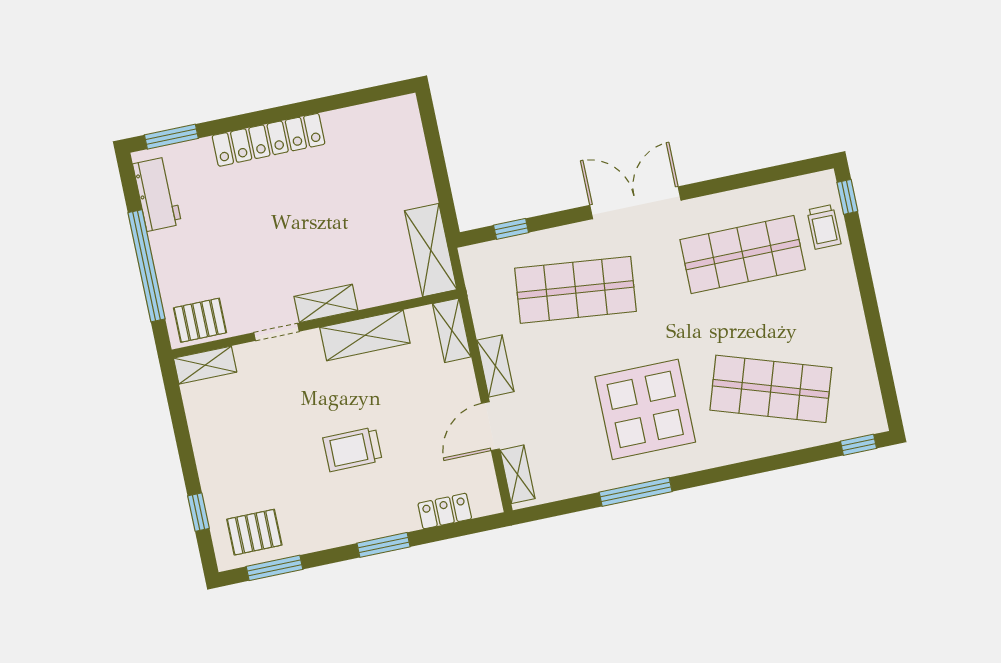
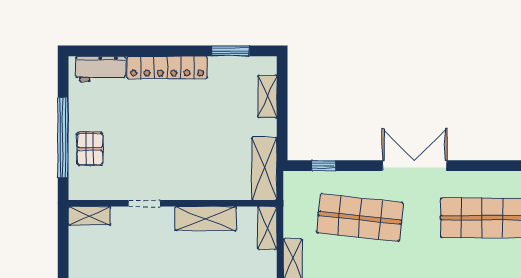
window: (171, 137) -> (230, 51), moved
workbench: (157, 194) -> (101, 69), moved, turned 90
shelving: (326, 303) -> (267, 96), moved, turned 90
pallet: (200, 320) -> (90, 149), moved, turned 90

